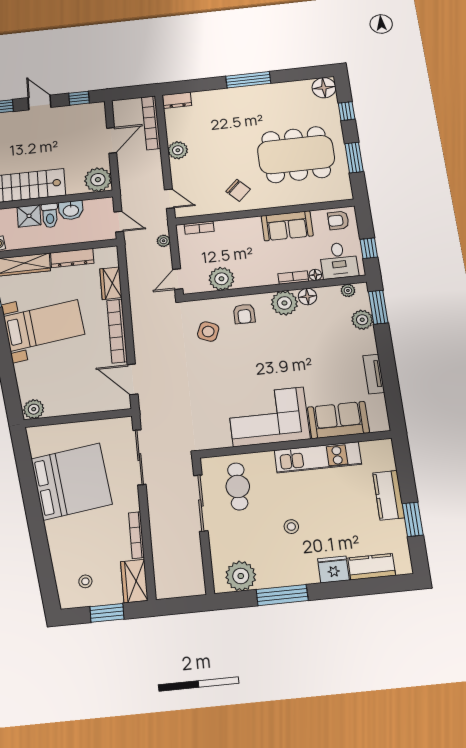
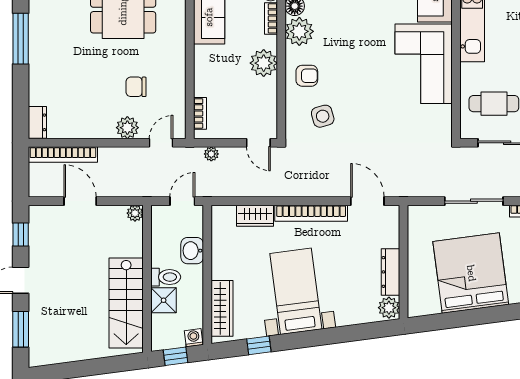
plant: (178, 150) -> (127, 128), moved
plant: (98, 180) -> (135, 213), width x0.53, depth x0.53
chair: (238, 190) -> (136, 87), moved, turned -136
washbasin: (71, 210) -> (192, 251), moved, turned 180
dresser: (72, 258) -> (391, 272), moved, turned 180
plant: (221, 279) -> (264, 63), moved
side table: (208, 332) -> (323, 116), turned -37
door: (133, 379) -> (367, 201), swing flipped
sliding door: (139, 457) -> (474, 201), moved

